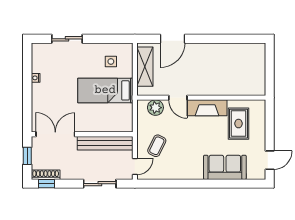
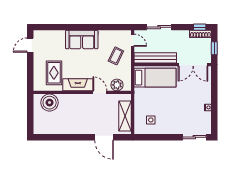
sliding door: (67, 39) -> (194, 137), moved
door: (173, 39) -> (104, 137), swing flipped
boiler: (244, 84) -> (50, 103), added
bed: (105, 90) -> (155, 78), moved
door: (135, 166) -> (133, 40), swing flipped
sofa: (225, 167) -> (82, 40), moved

